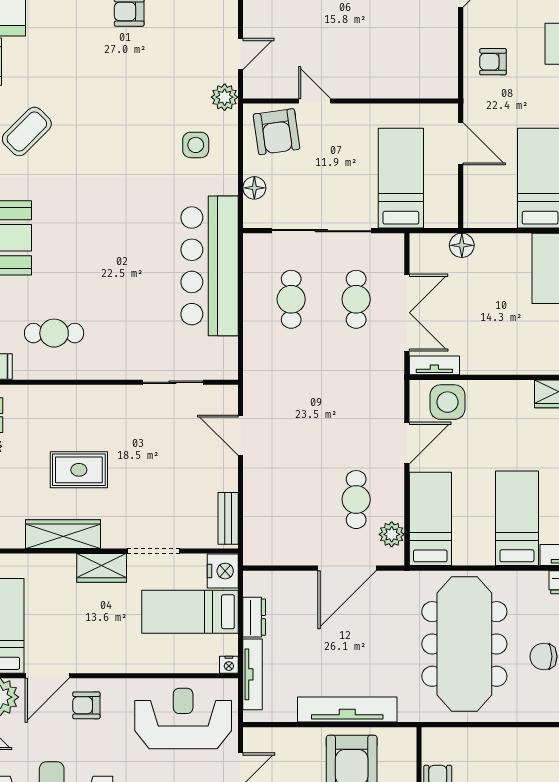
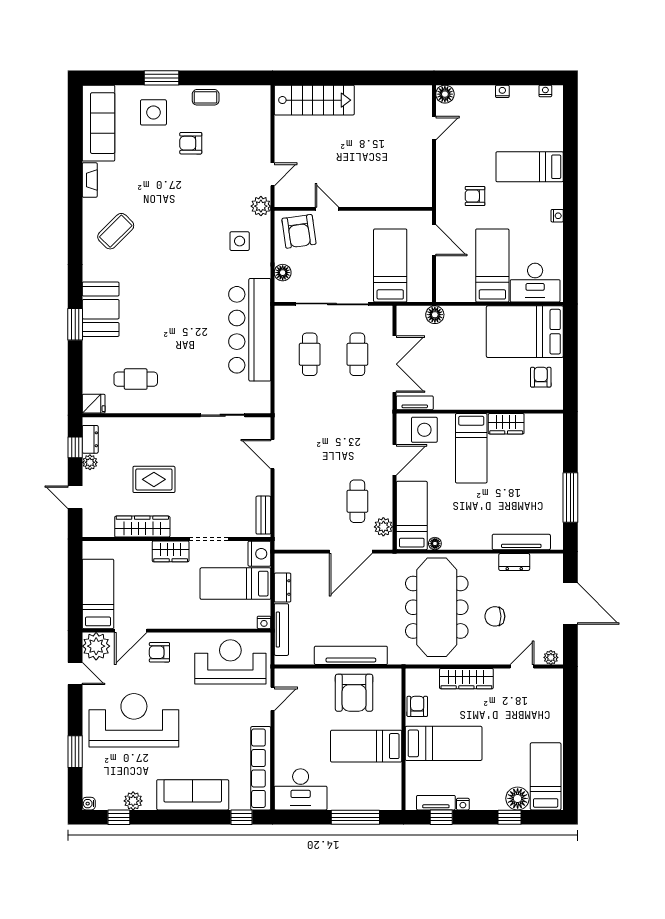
armchair: (493, 62) -> (475, 196), moved
bed: (517, 518) -> (471, 448), moved, turned 180
floor lamp: (462, 557) -> (435, 544), added
wardrobe: (505, 741) -> (466, 679), added

